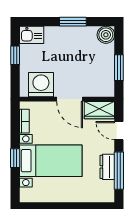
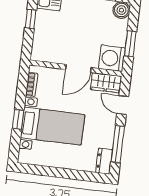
washing machine: (41, 85) -> (112, 58), moved, turned -90
door: (70, 99) -> (78, 68), hinge flipped
dresser: (107, 167) -> (104, 161), moved

